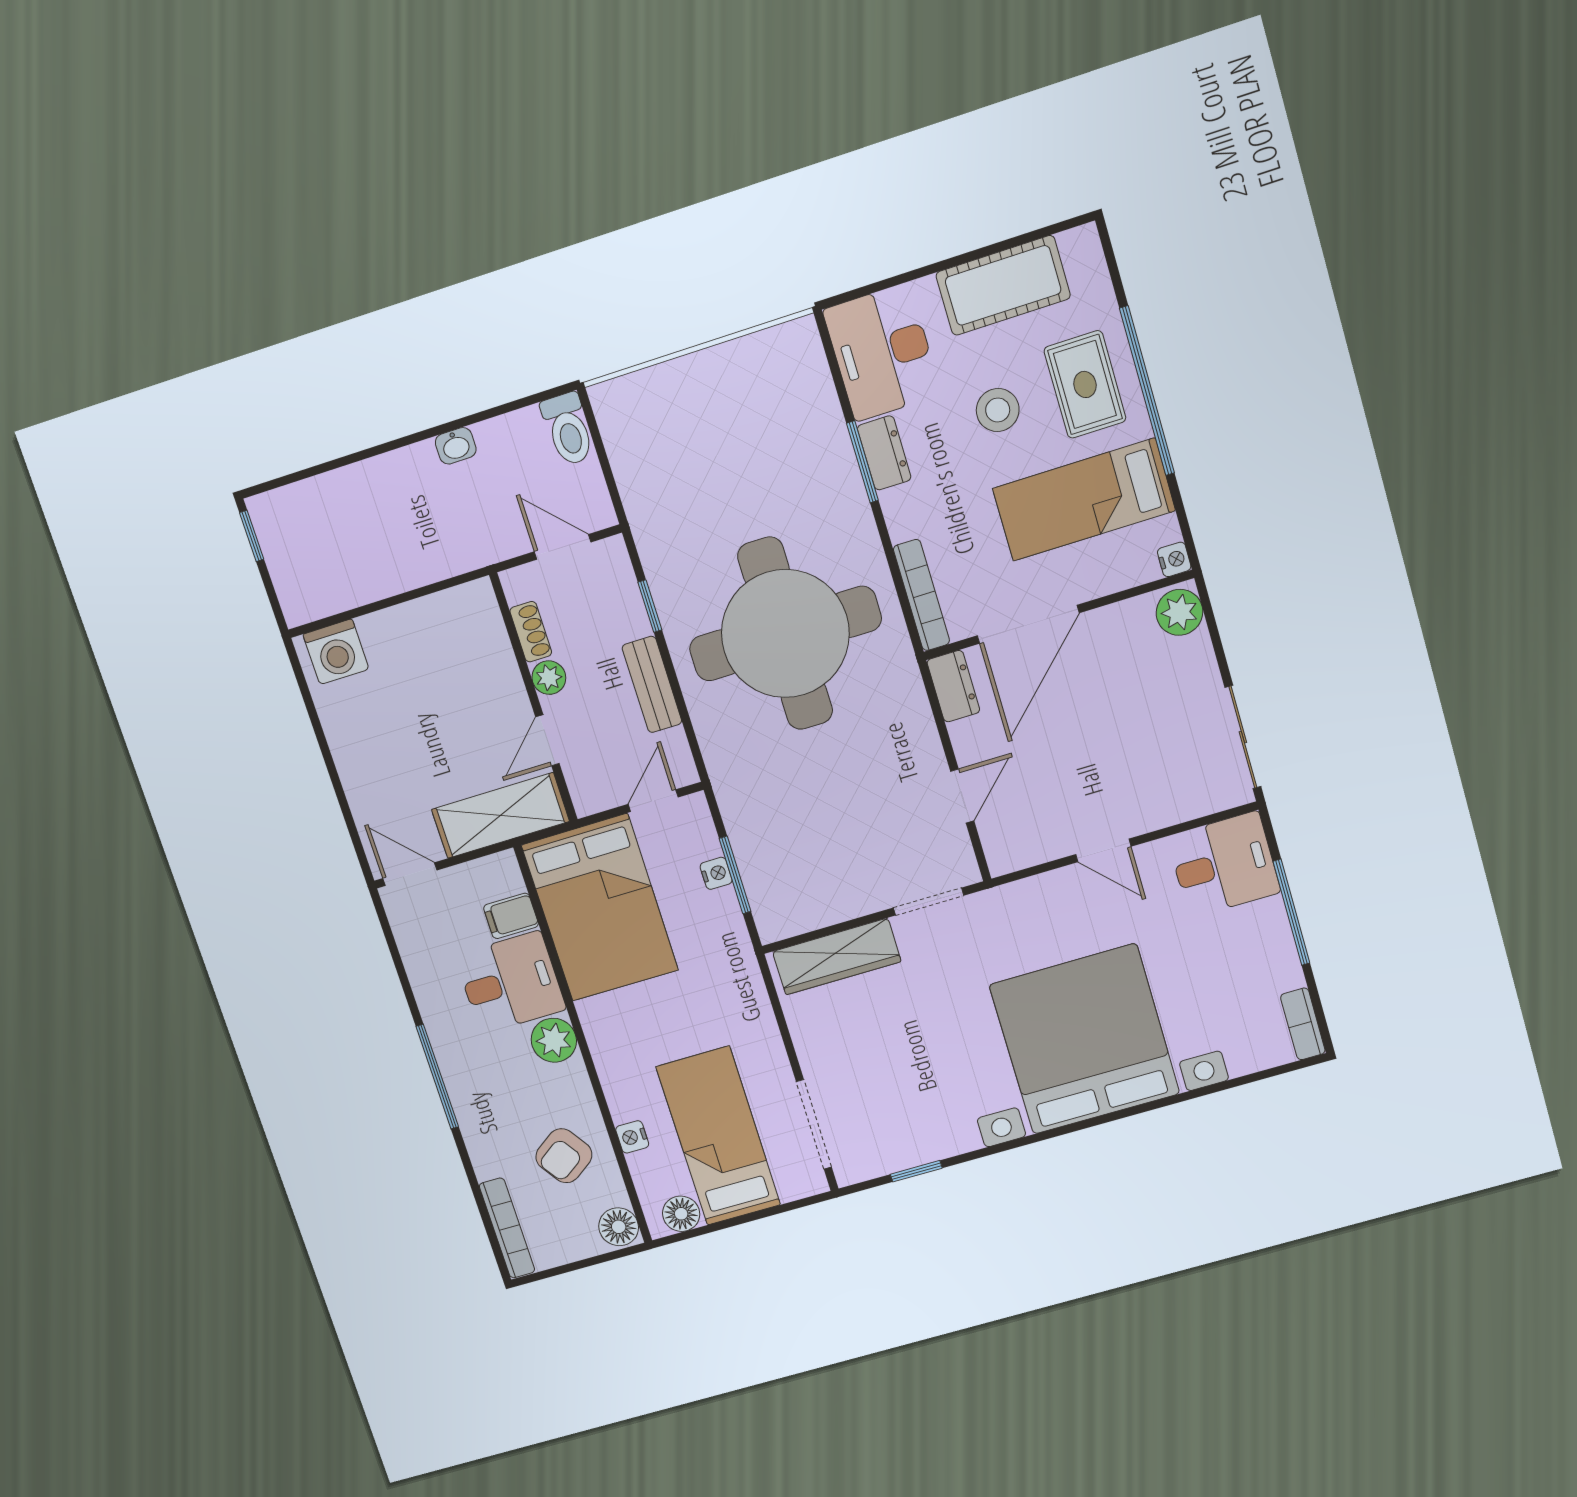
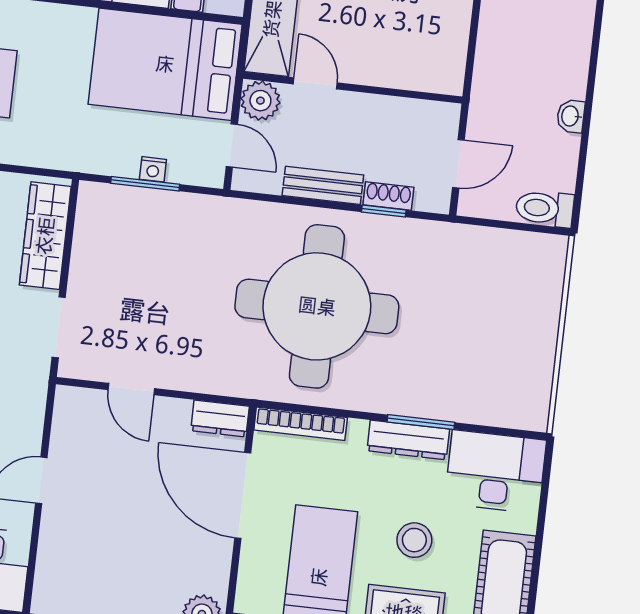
dresser: (884, 453) -> (408, 440), width x1.44
shoe rack: (531, 632) -> (388, 196), moved, turned 180
plant: (549, 678) -> (260, 101), moved, width x1.38, depth x1.38

